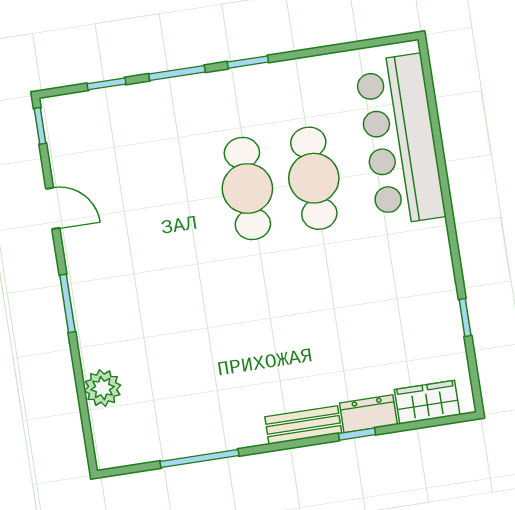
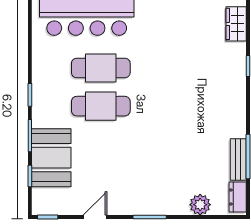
booth: (144, 116) -> (51, 158), added
dresser: (368, 414) -> (238, 197), moved
bench: (303, 425) -> (238, 160), moved

